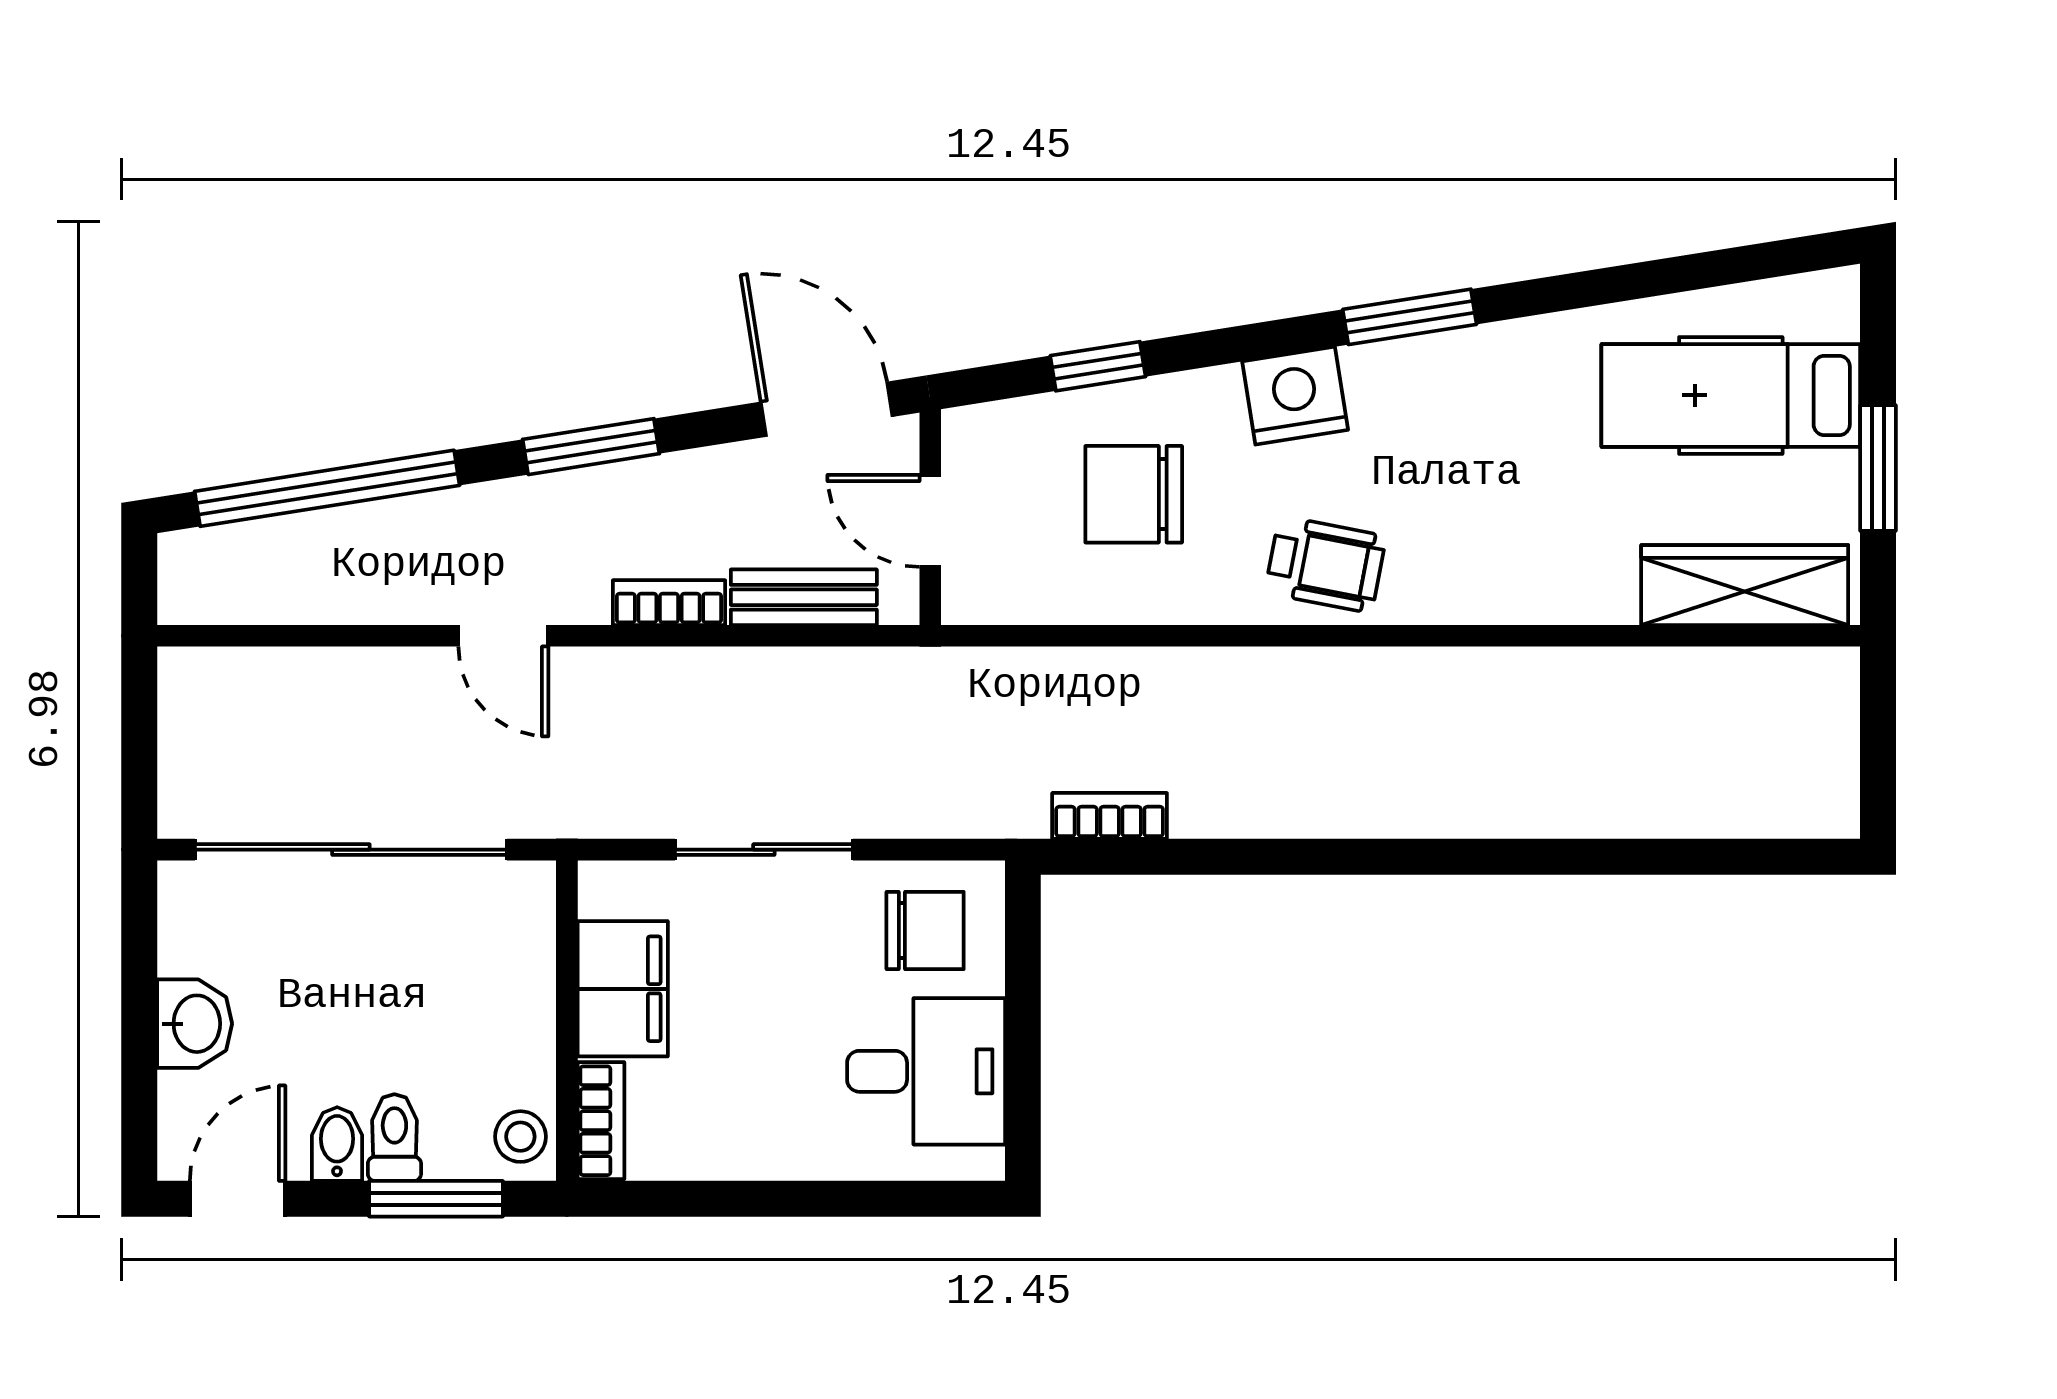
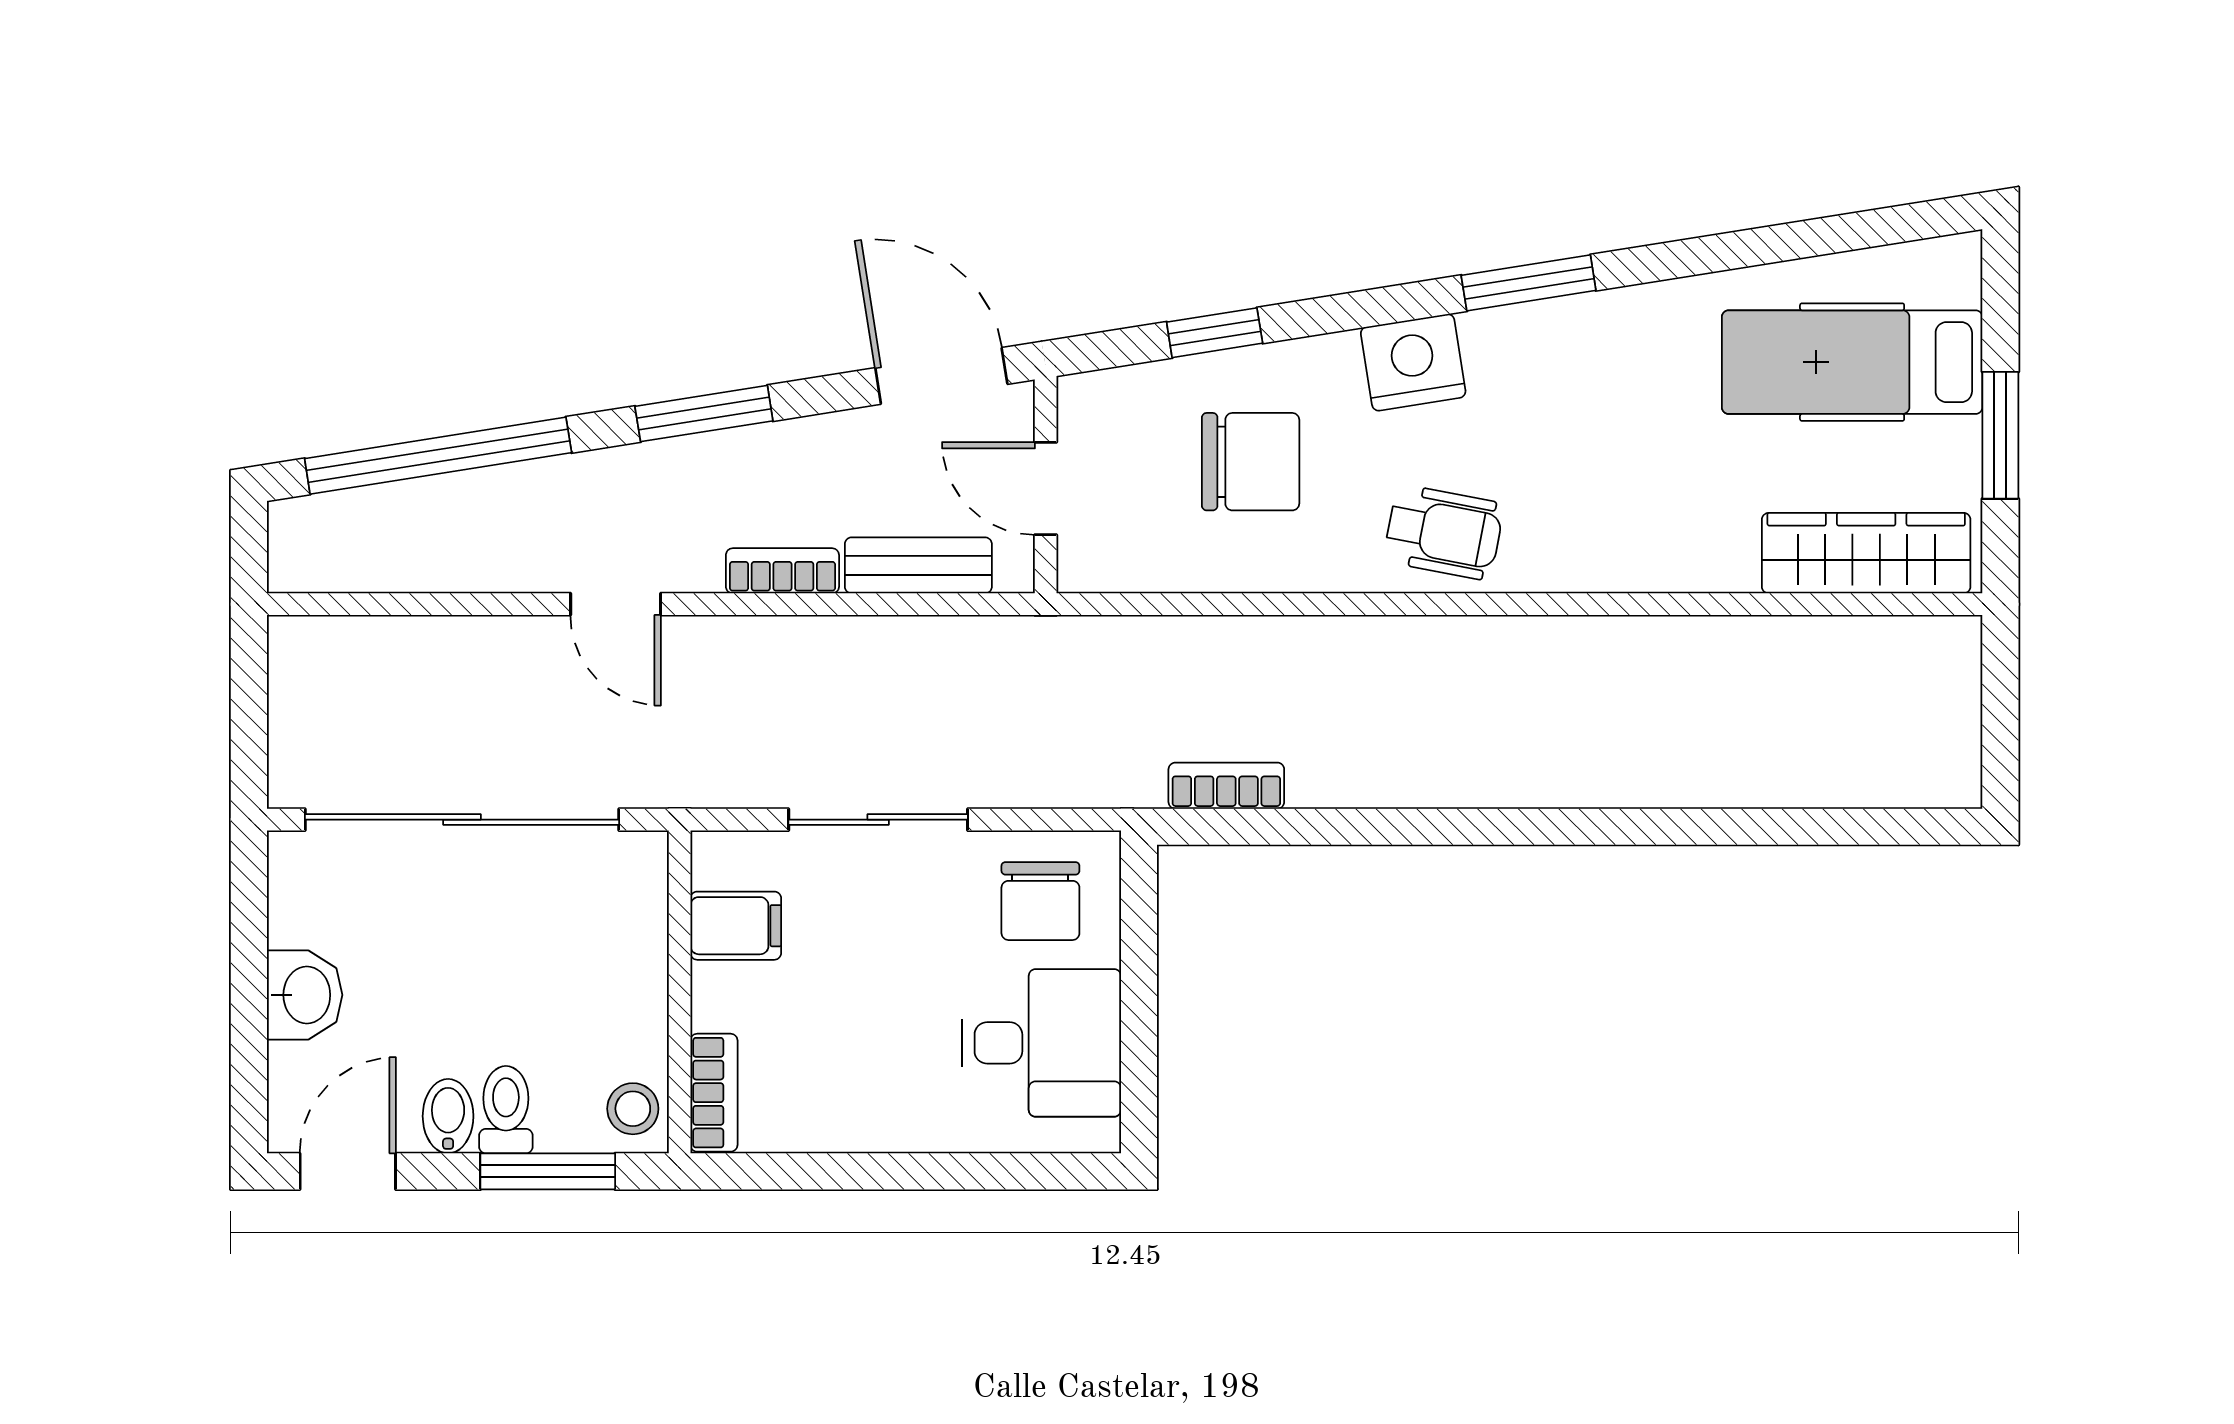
chair: (1134, 494) -> (1251, 462), turned 180
chair: (925, 930) -> (1040, 901), turned 90
filing cabinet: (623, 989) -> (736, 926), width x0.50

